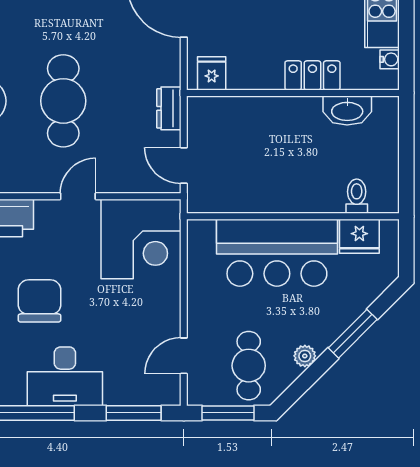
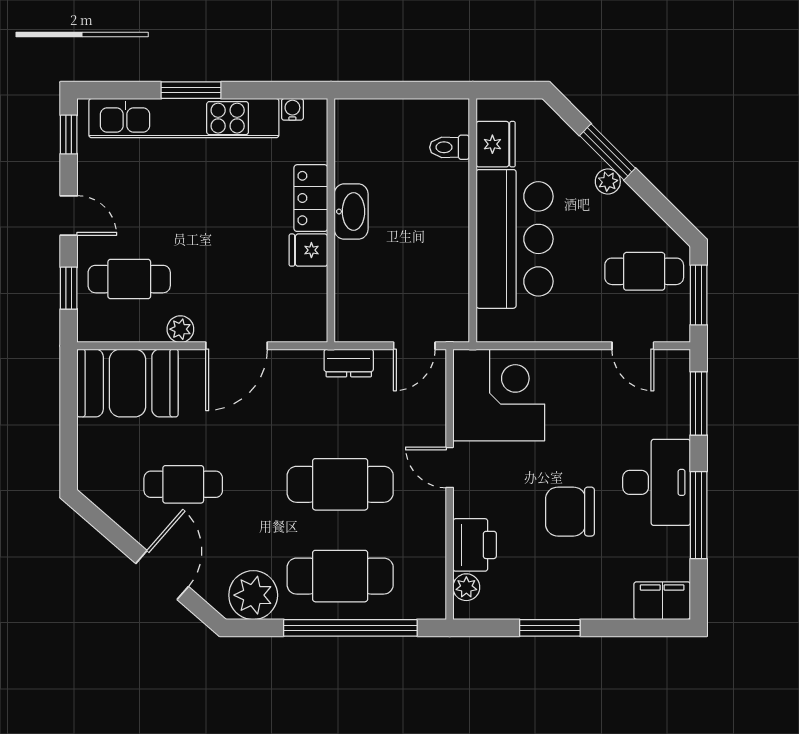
fridge: (212, 73) -> (308, 250), moved
washbasin: (347, 111) -> (351, 212), moved
plant: (305, 356) -> (608, 182), moved

